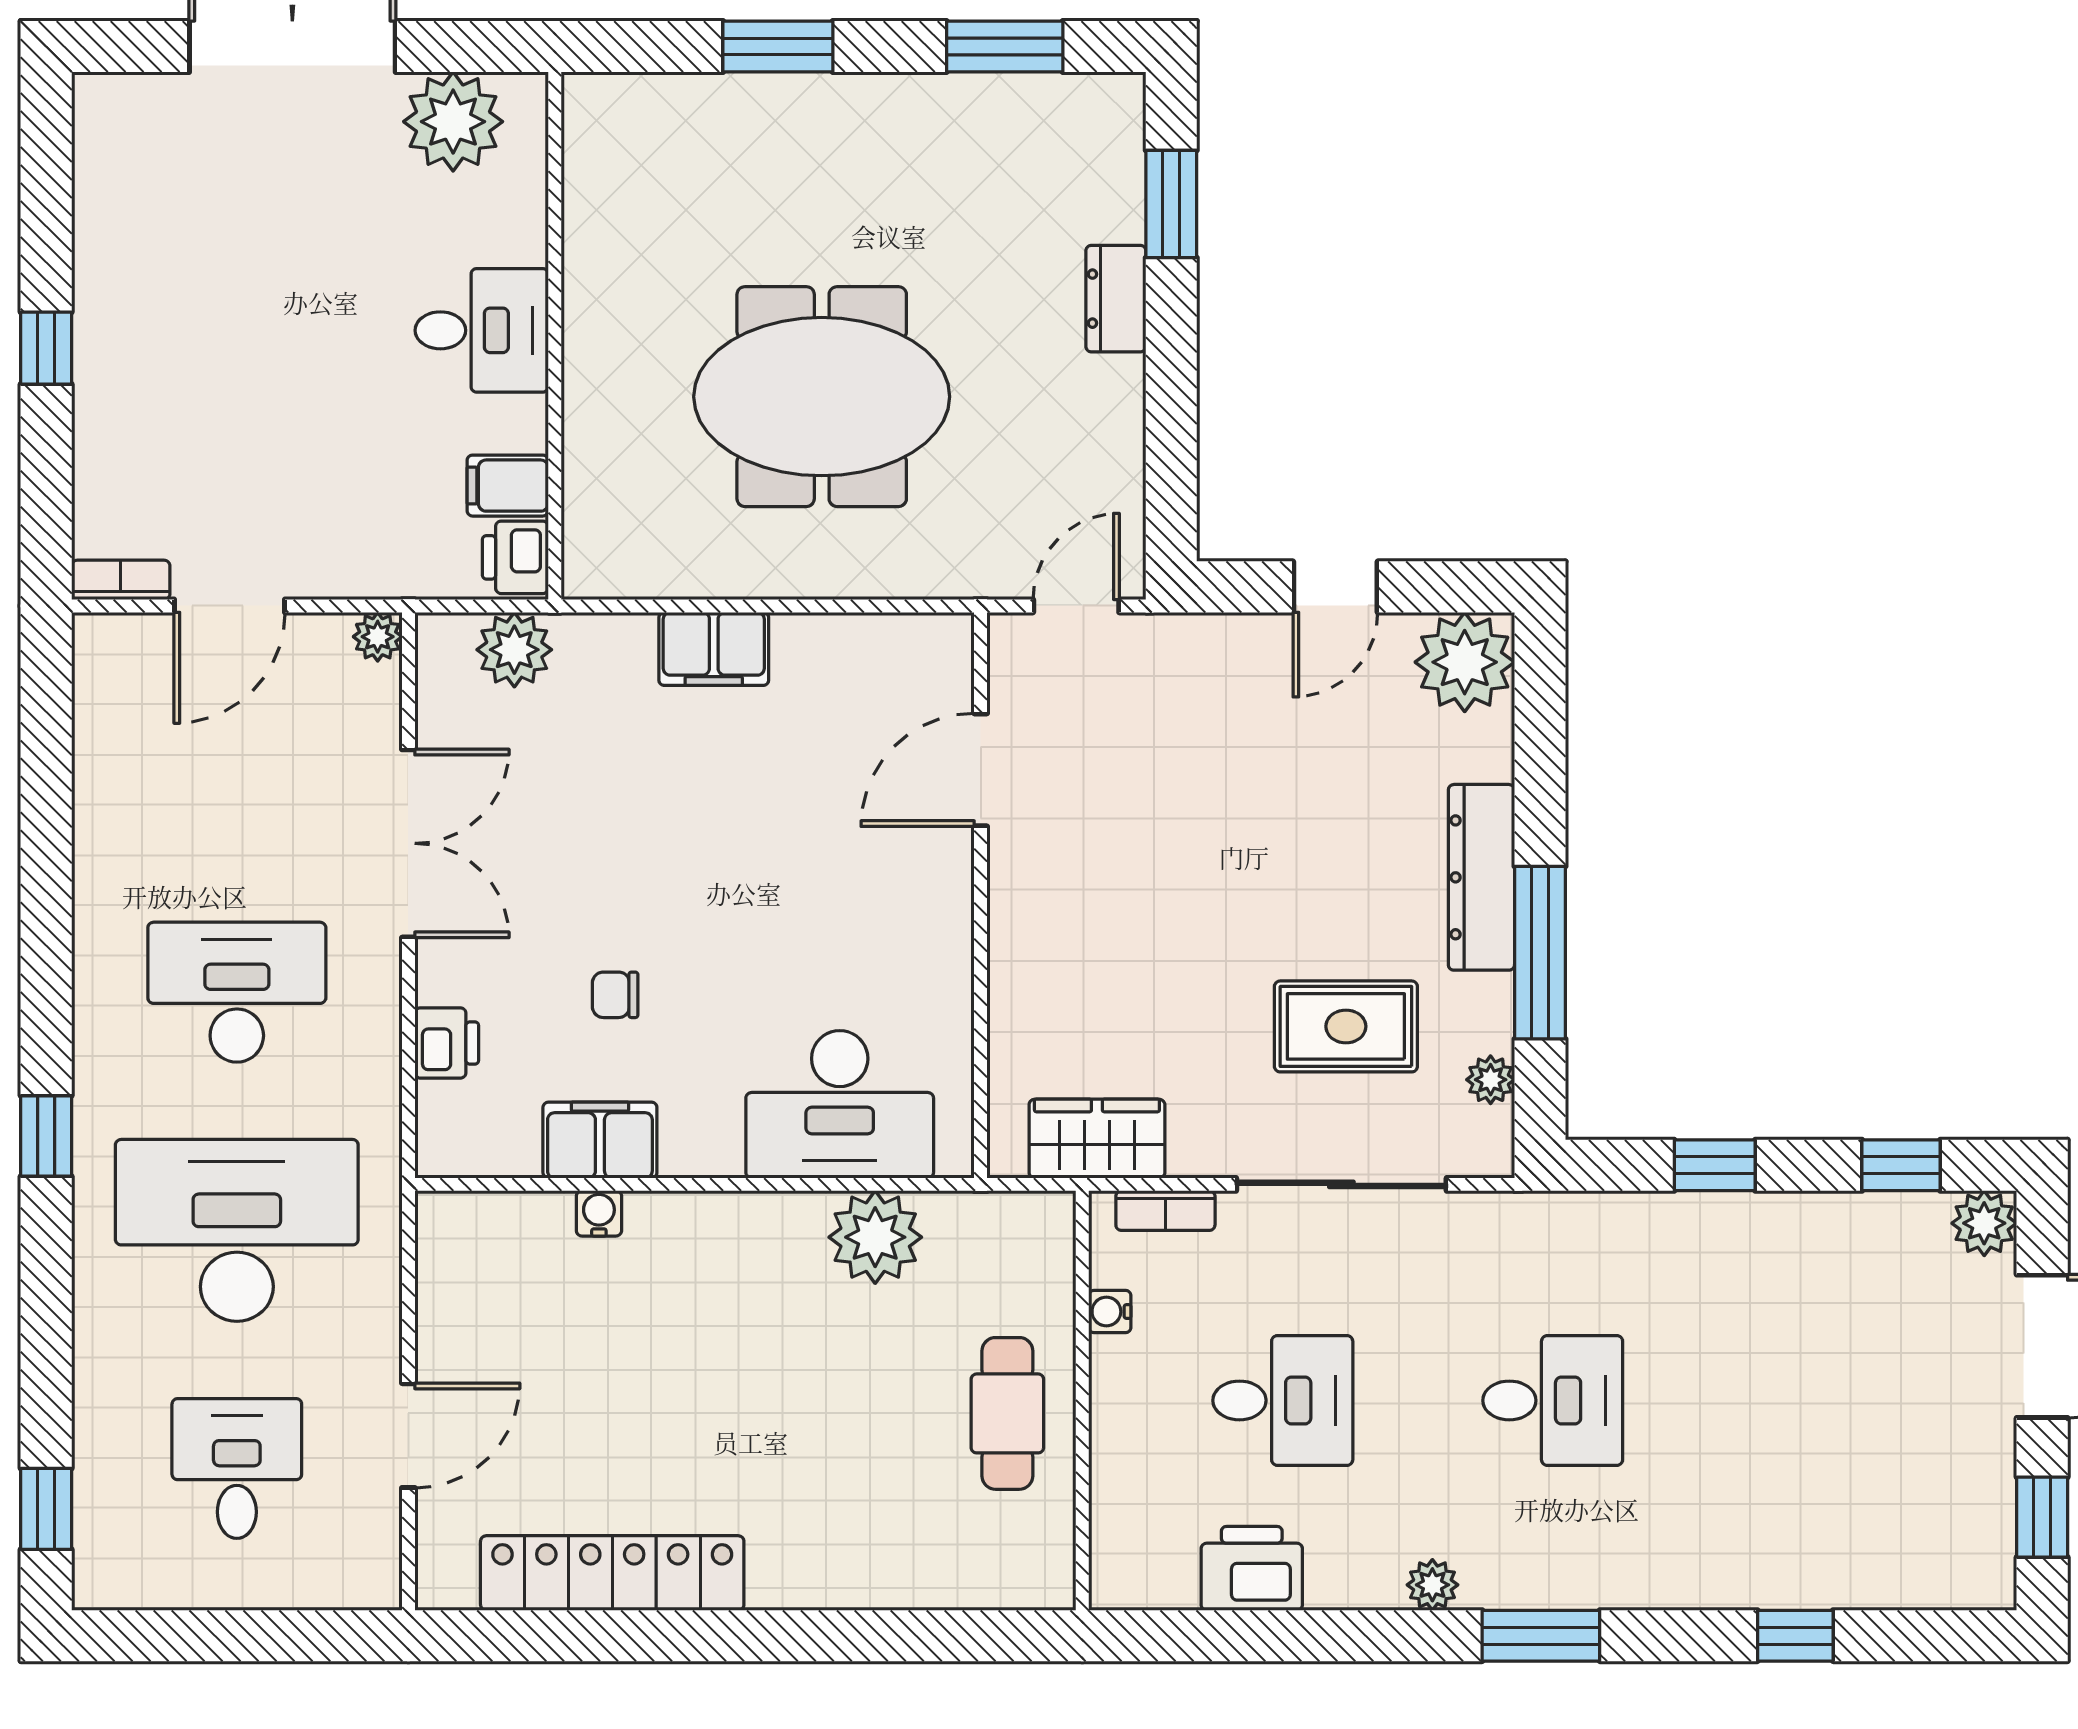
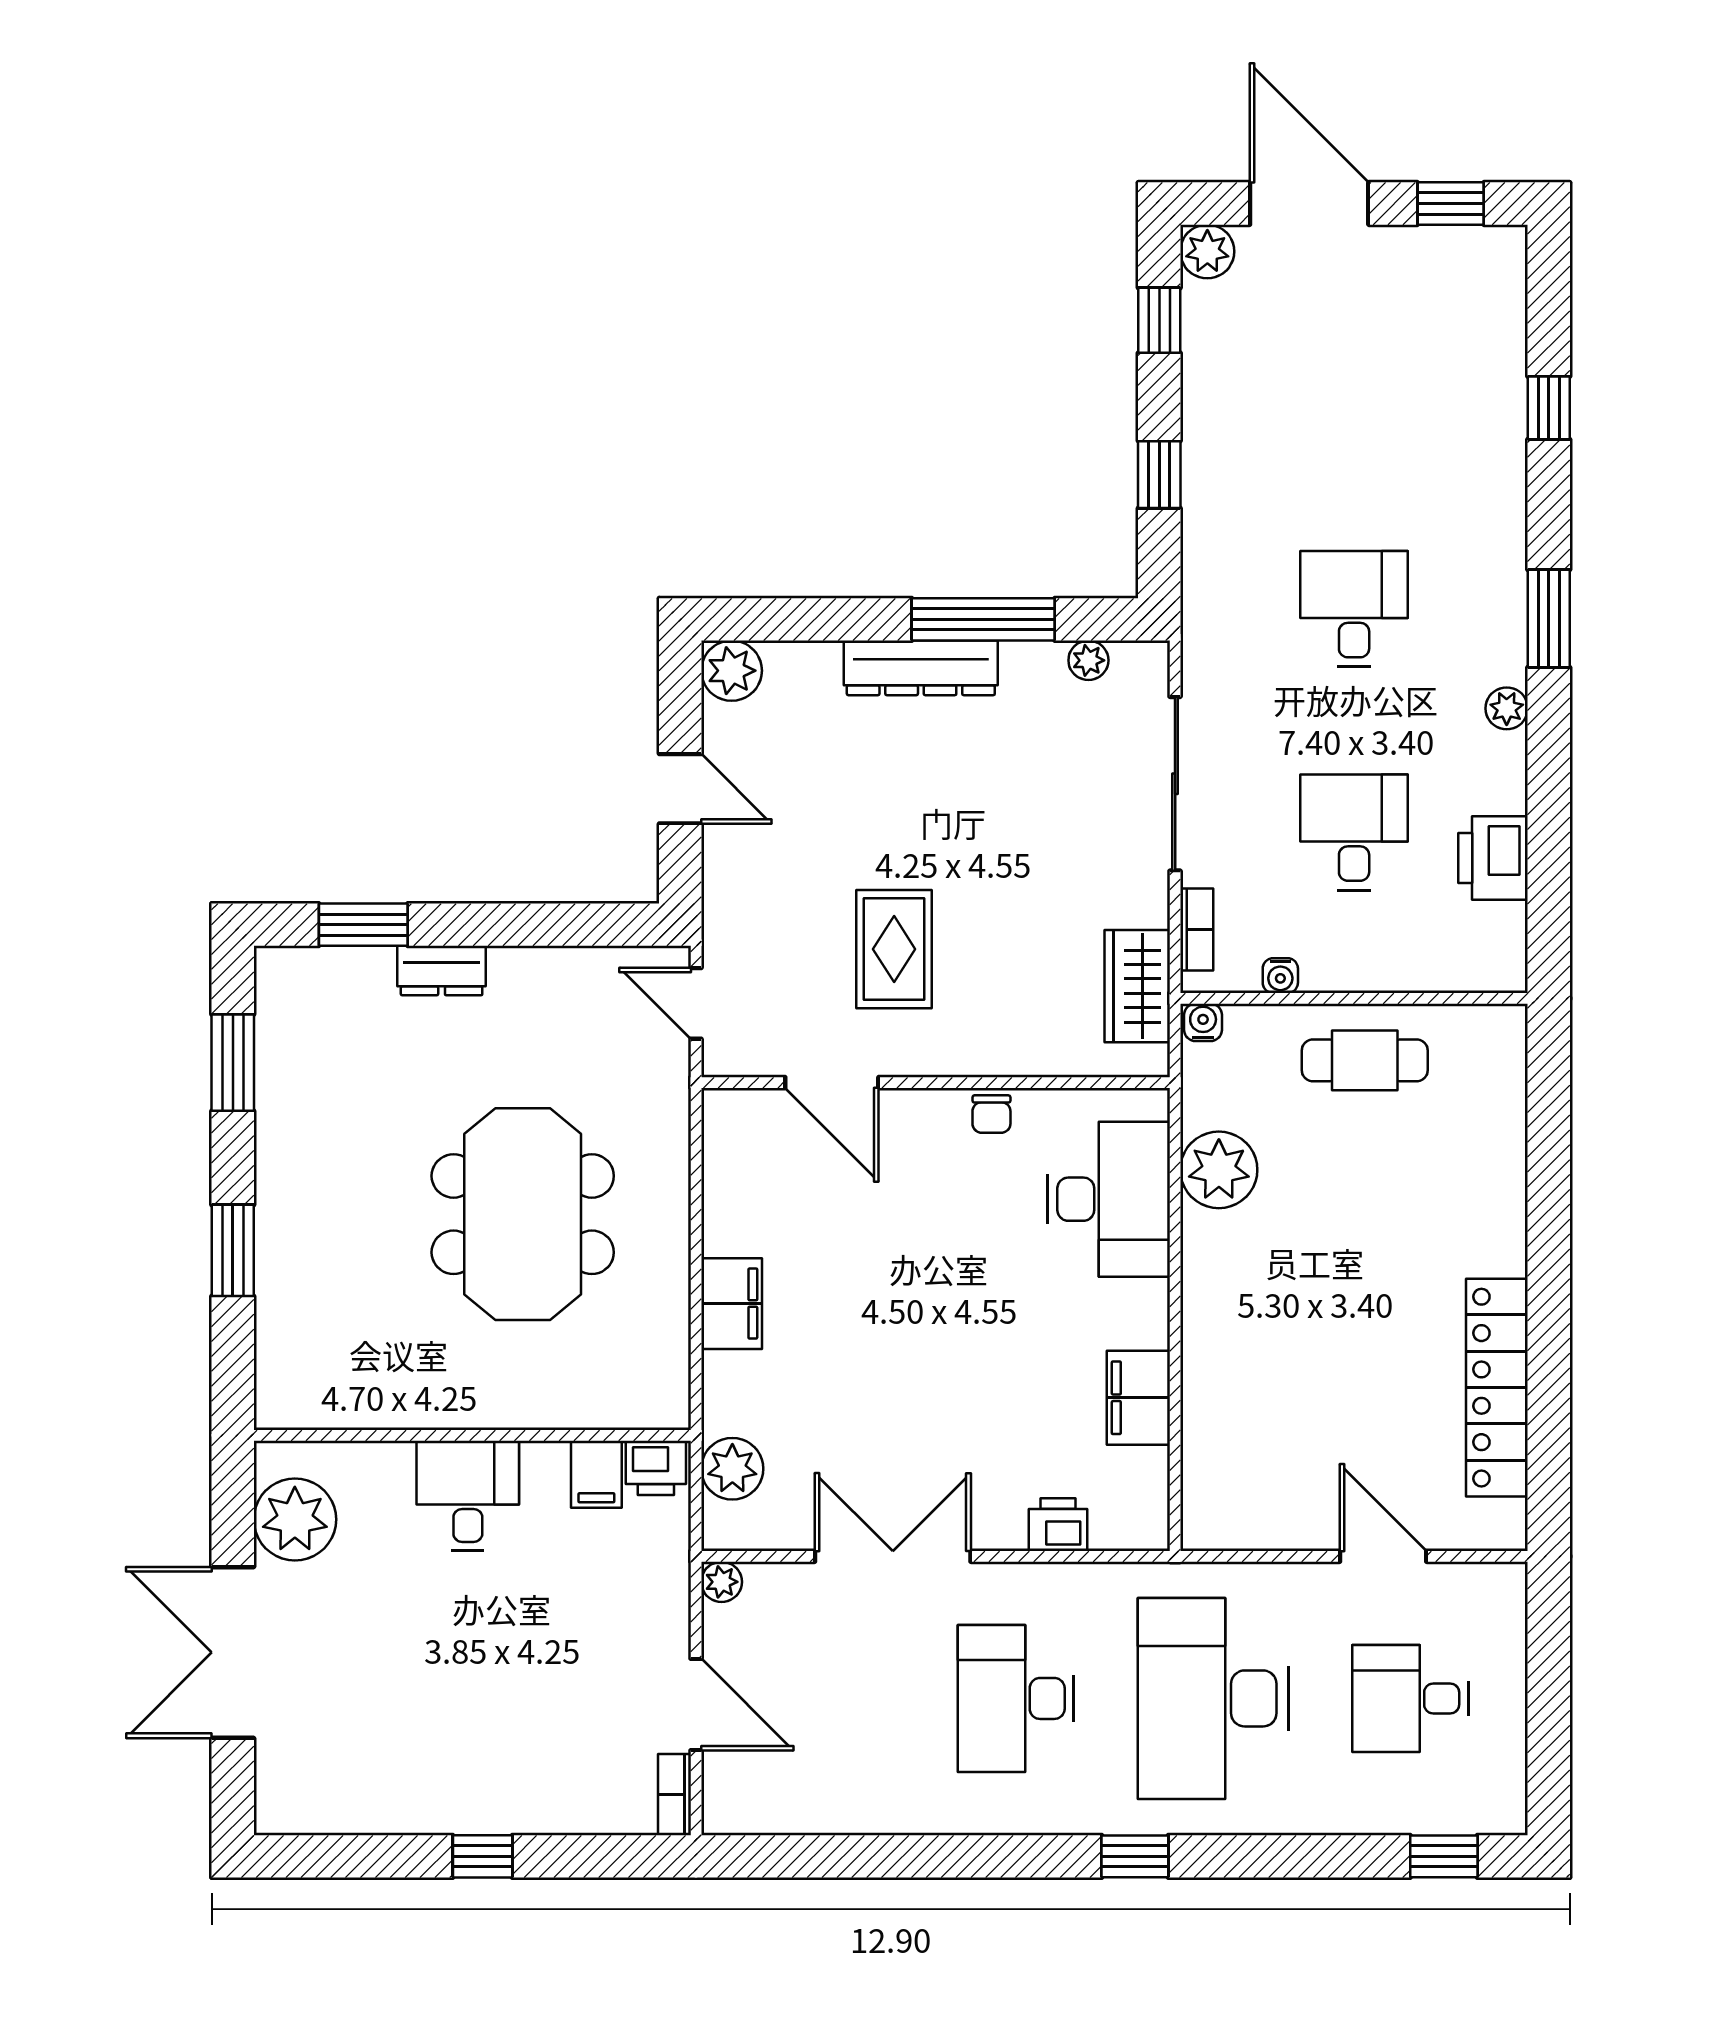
plant: (1465, 662) -> (732, 671), width x0.73, depth x0.73
chair: (615, 995) -> (991, 1114), moved
rug: (1346, 1026) -> (894, 949), moved
water cooler: (599, 1213) -> (1203, 1022), moved, turned 90

